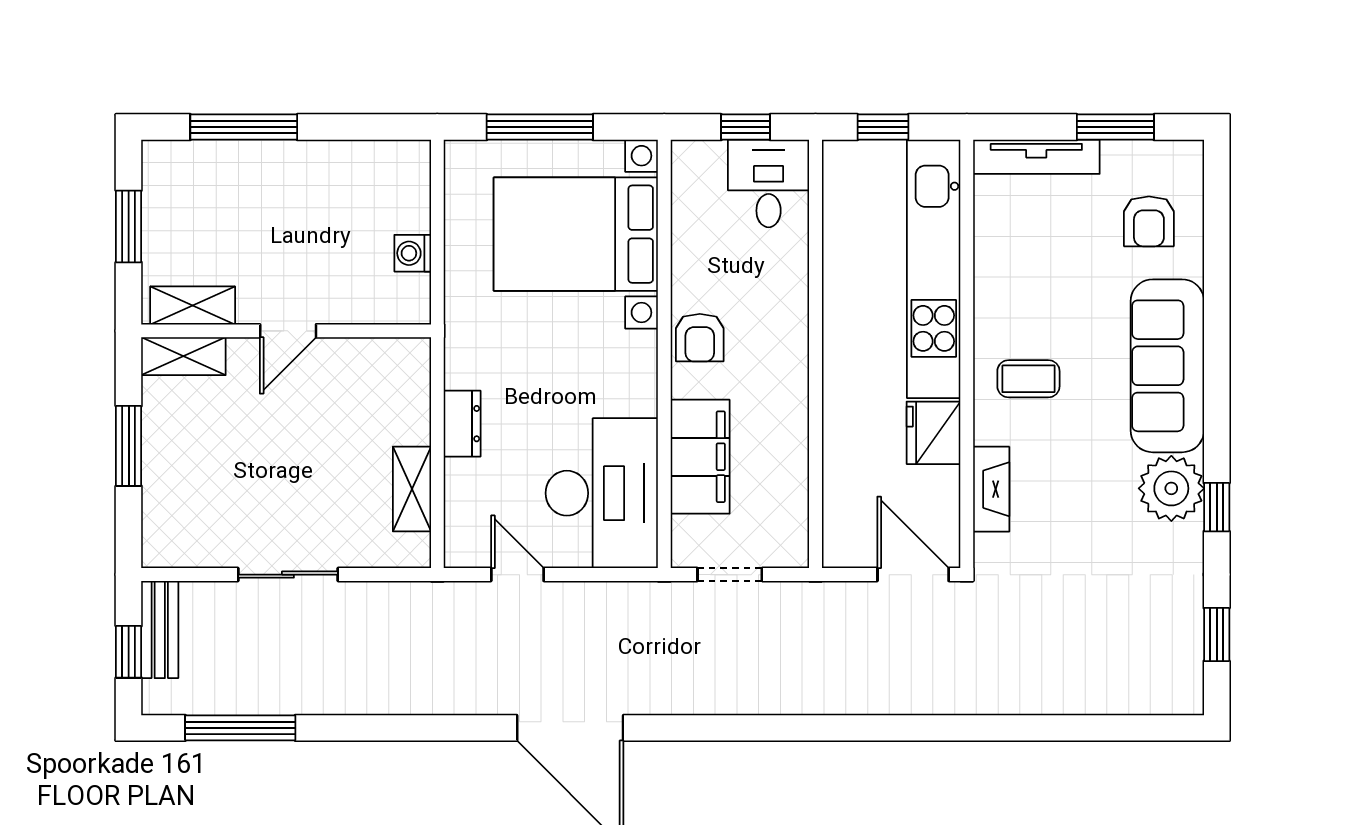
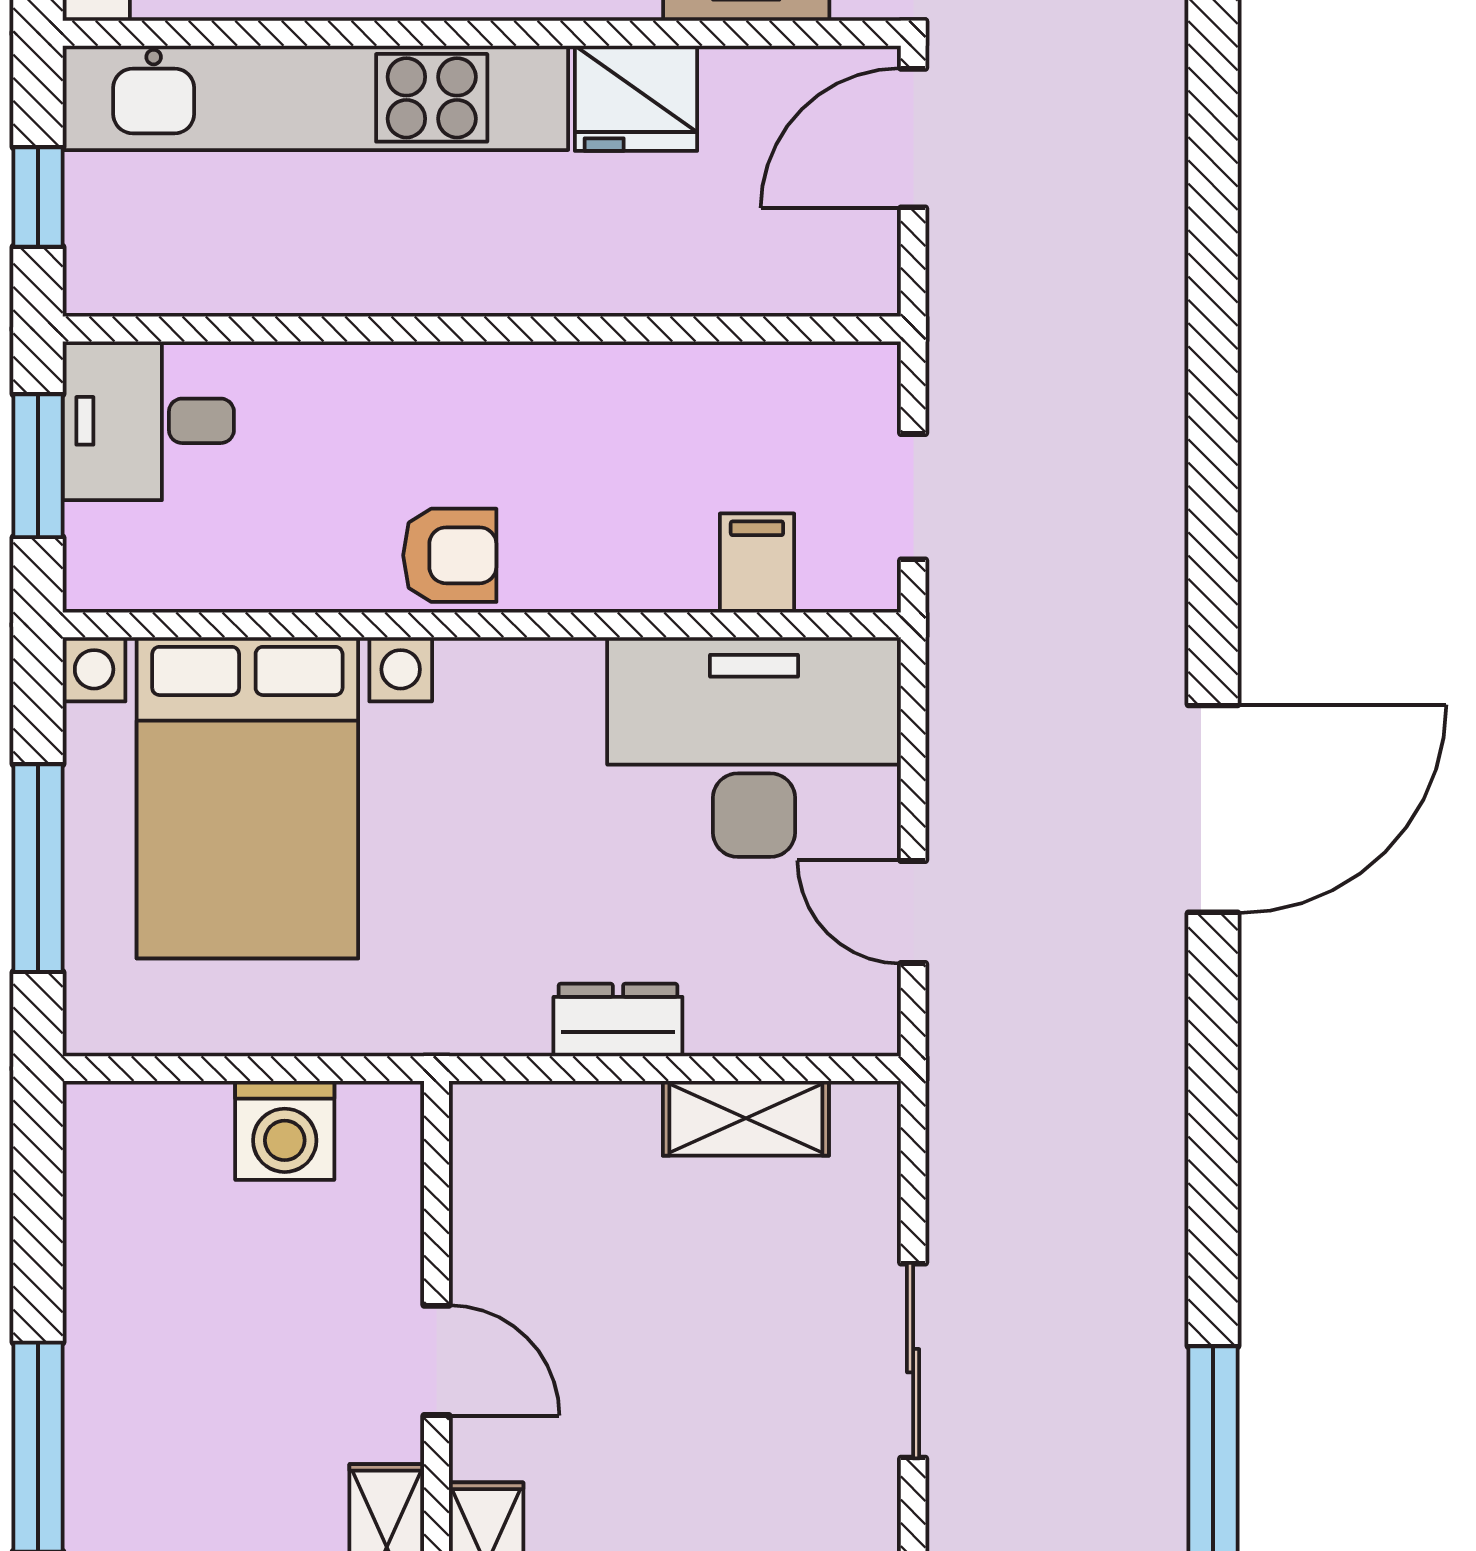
window: (746, 127) -> (38, 466), width x1.50
washing machine: (413, 253) -> (285, 1130), width x1.38, depth x1.38
filing cabinet: (700, 457) -> (757, 563), width x0.33, depth x0.86
door: (517, 575) -> (913, 912), hinge flipped

